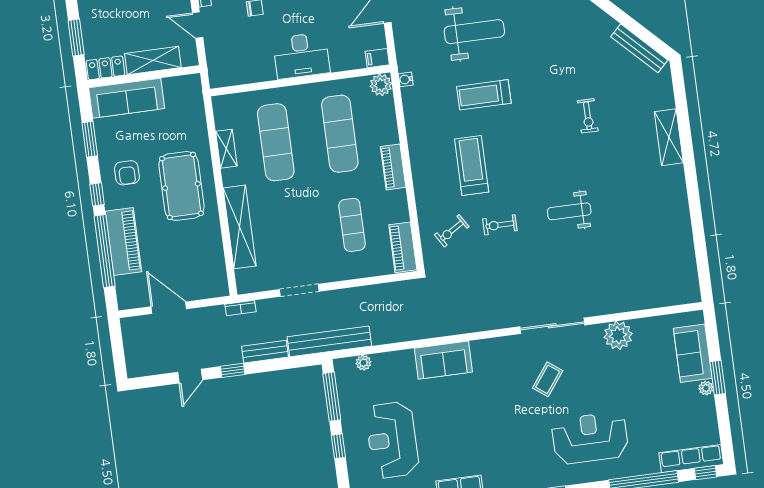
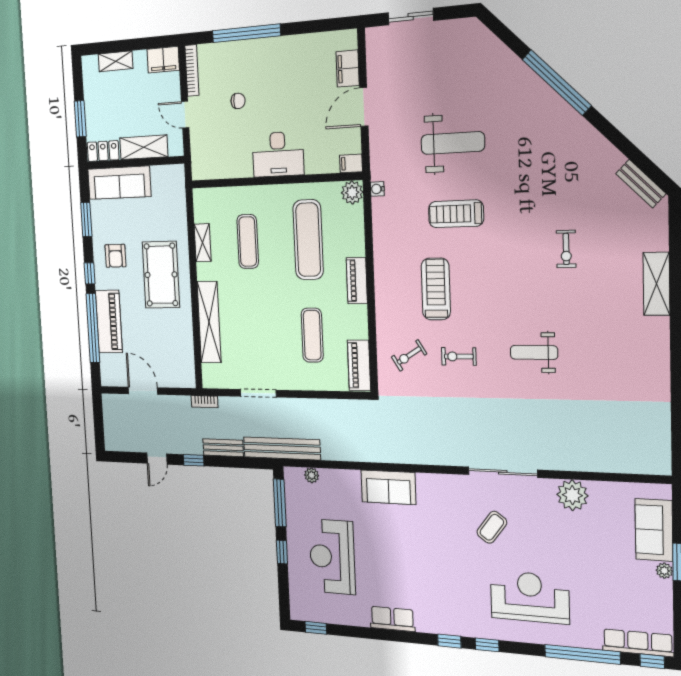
bench: (639, 48) -> (641, 184), width x0.73
exercise mat: (276, 142) -> (248, 241), width x0.73, depth x0.69

